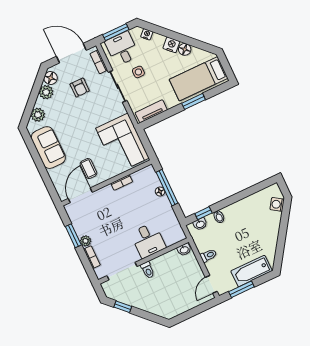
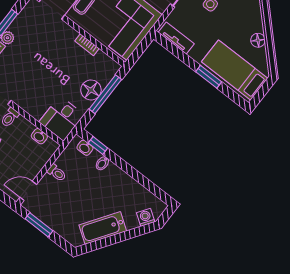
nightstand: (171, 45) -> (256, 24), removed
floor lamp: (160, 192) -> (91, 90), width x1.89, depth x1.89
desk: (148, 240) -> (62, 118), moved
washbasin: (184, 250) -> (39, 136), moved
bathtub: (251, 271) -> (103, 228), moved, turned -56

